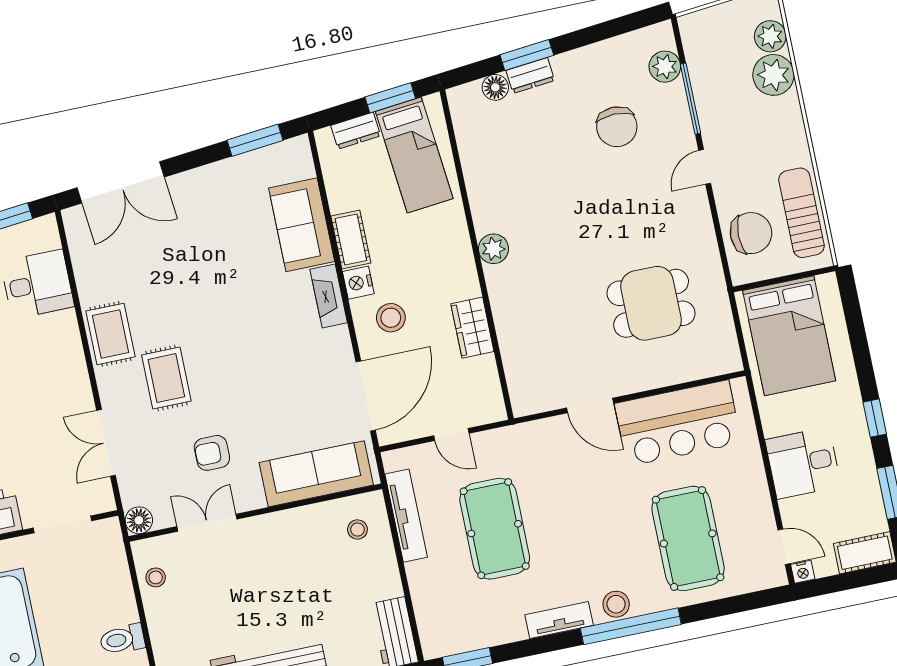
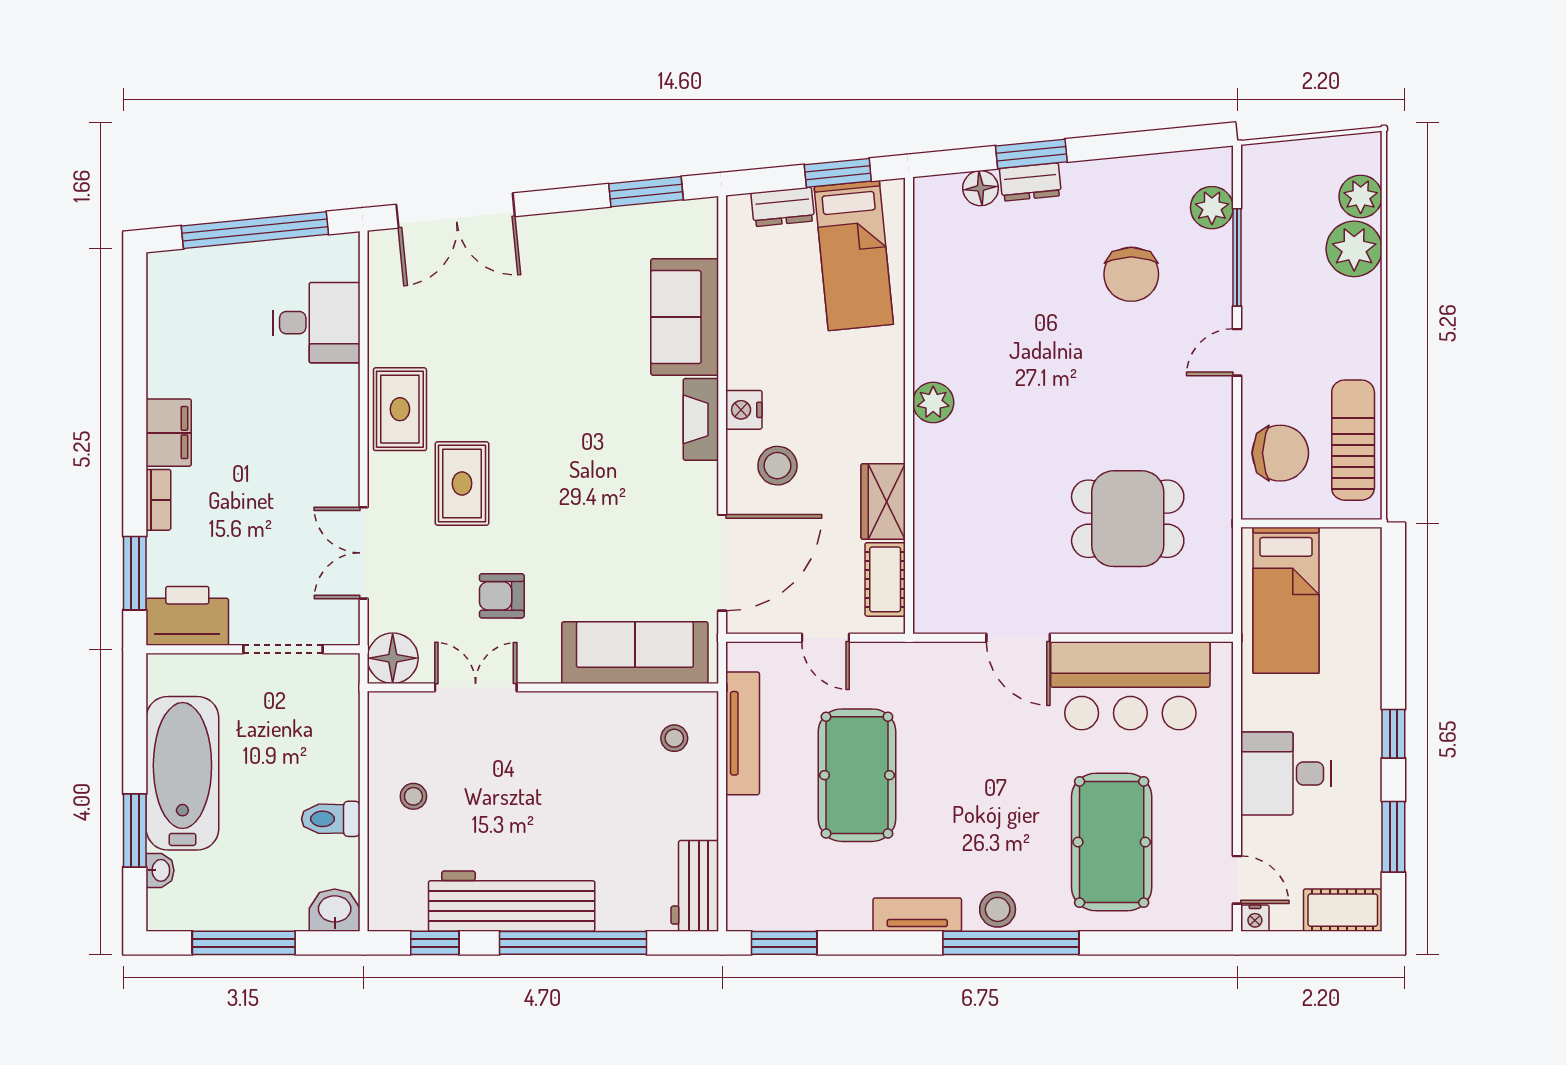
cot: (351, 239) -> (885, 579), moved
bed: (789, 336) -> (1286, 600), width x0.67
floor lamp: (139, 520) -> (393, 658), width x1.38, depth x1.38
stool: (156, 577) -> (413, 796), moved

